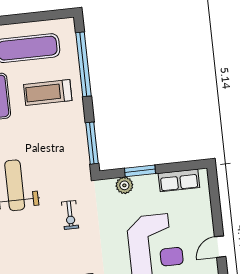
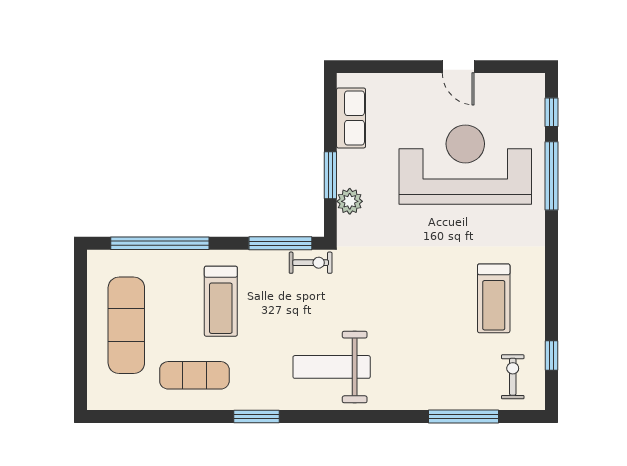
treadmill: (48, 92) -> (221, 301), moved
exercise bike: (70, 215) -> (311, 263), moved

